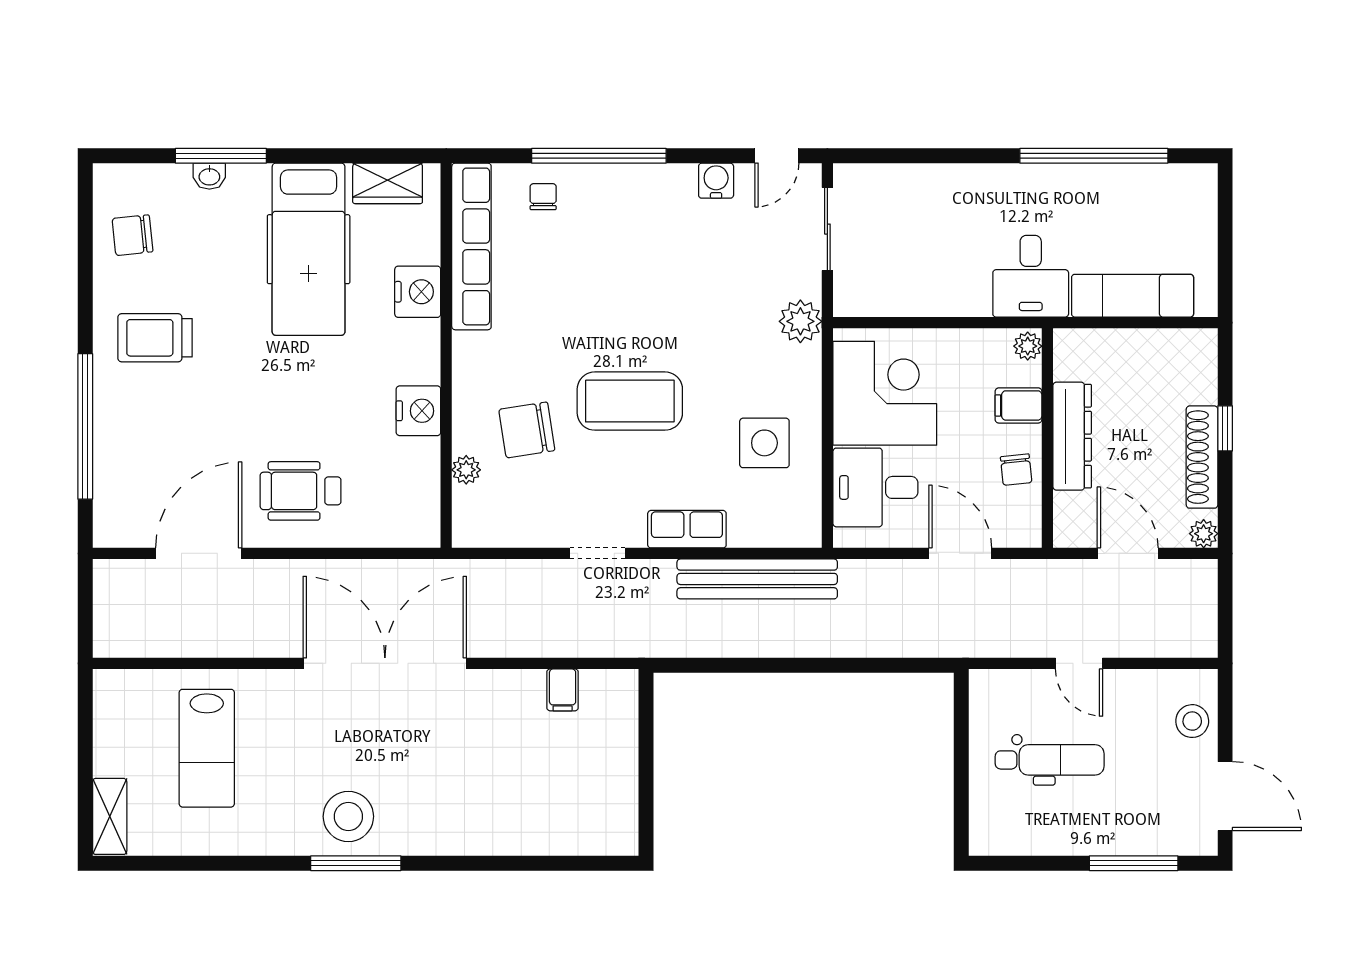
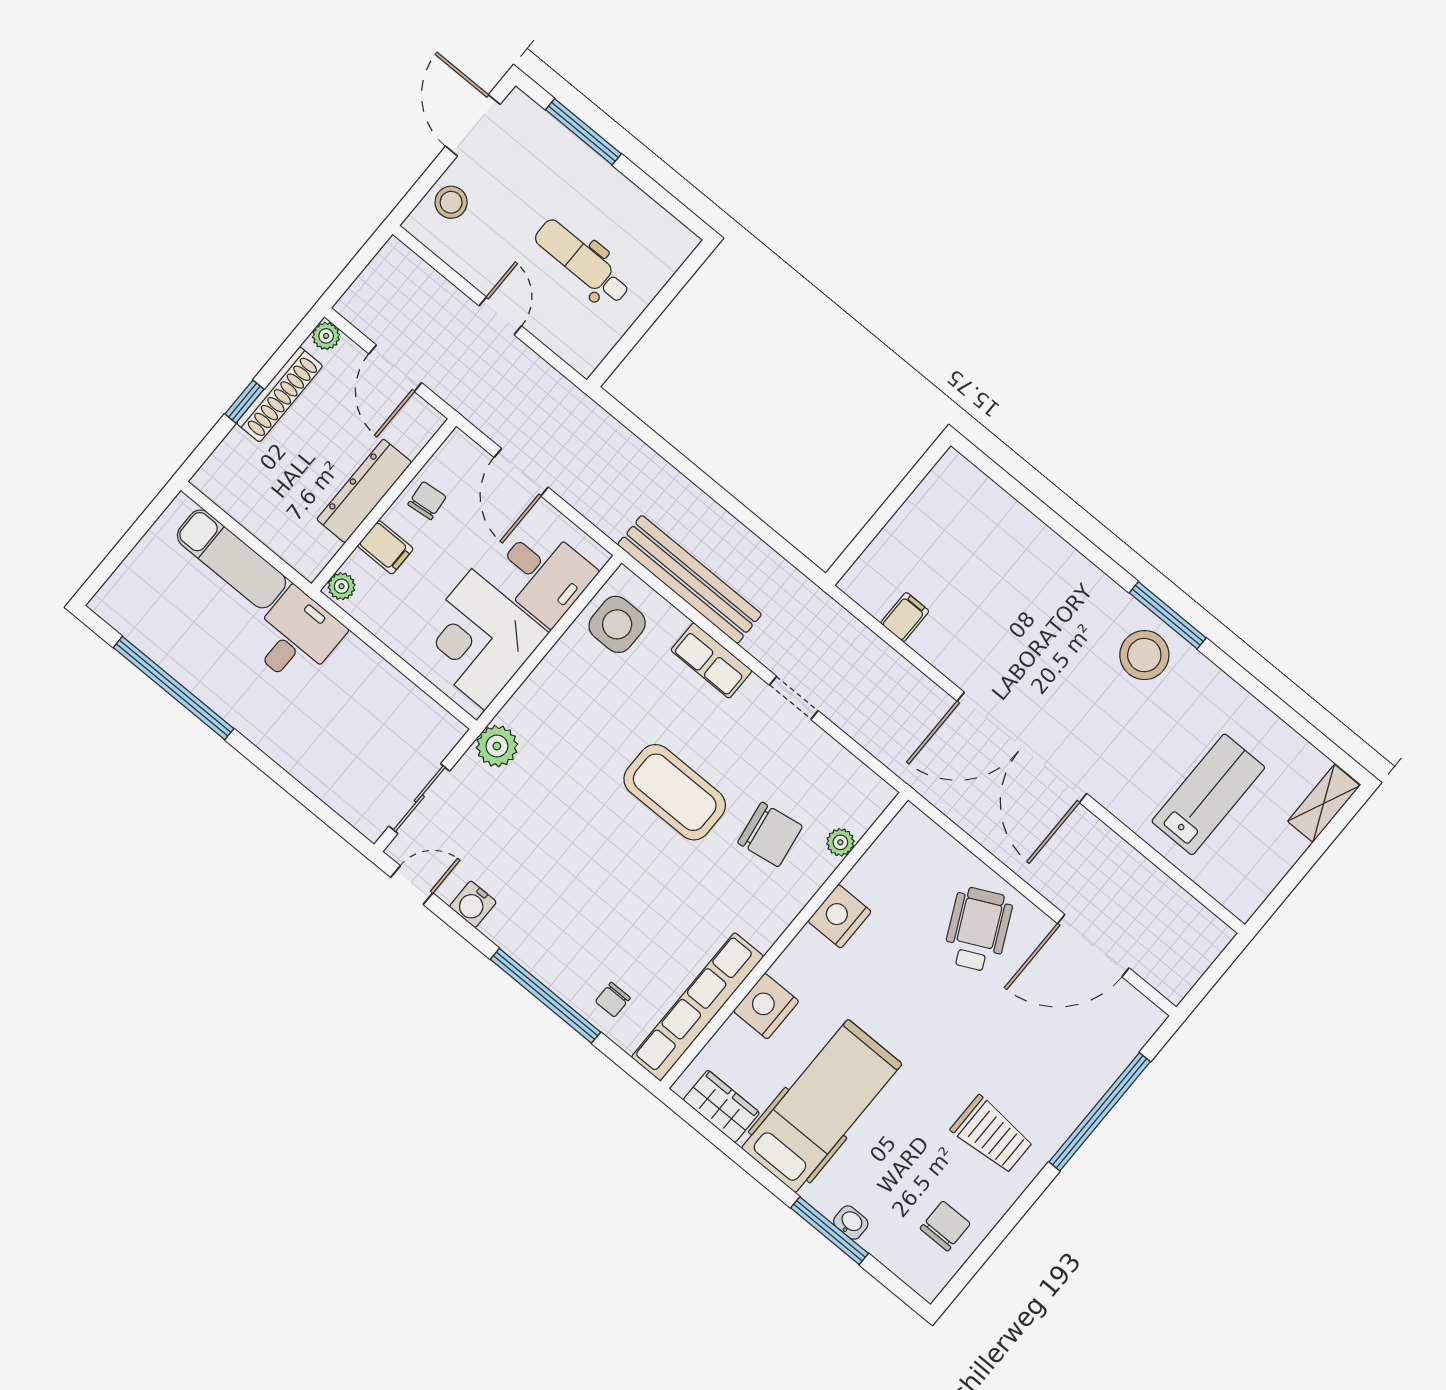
chair: (132, 235) -> (945, 1226), turned -84
side table: (764, 443) -> (617, 624), moved
wheelchair: (301, 491) -> (978, 929), turned -116

